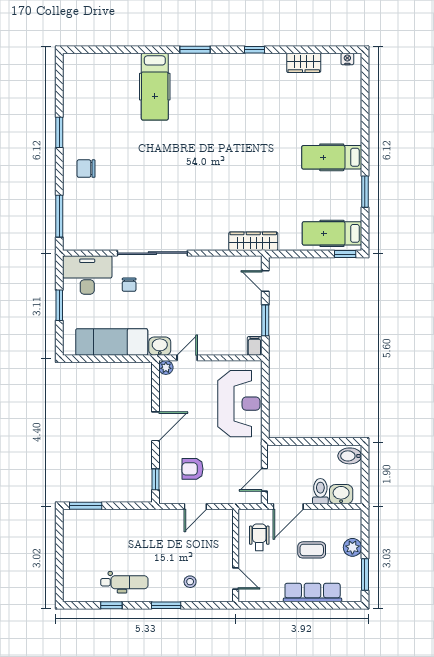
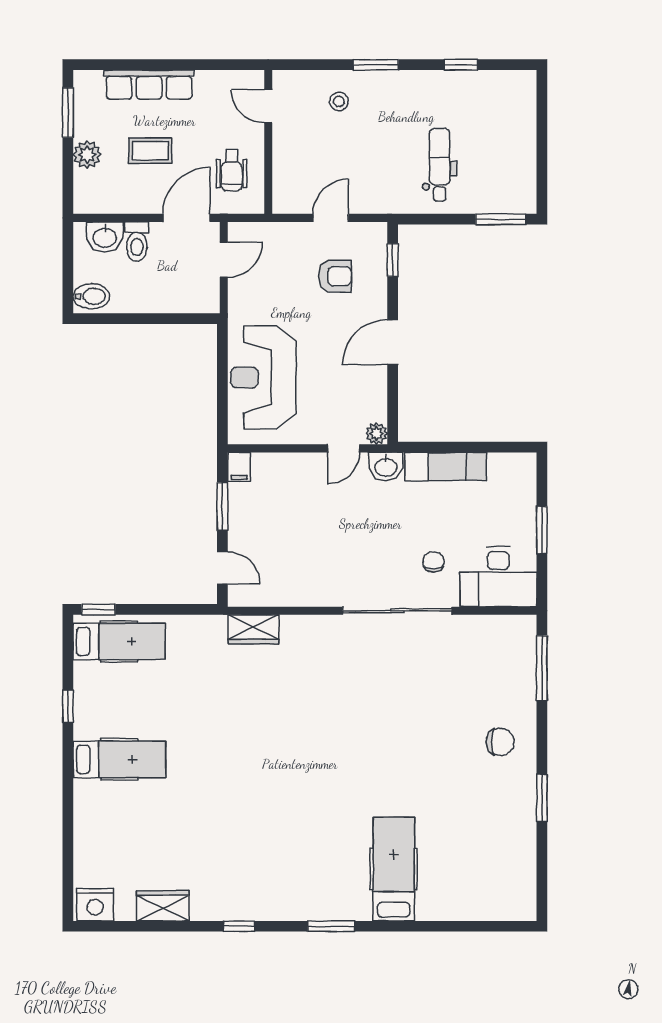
nightstand: (347, 59) -> (95, 905), width x1.89, depth x1.79
window: (365, 192) -> (68, 706), width x0.67
wardrobe: (253, 241) -> (254, 629), width x0.67
exam couch: (112, 342) -> (446, 467), width x0.73, depth x0.69
dental chair: (124, 582) -> (440, 165), moved, turned 90

